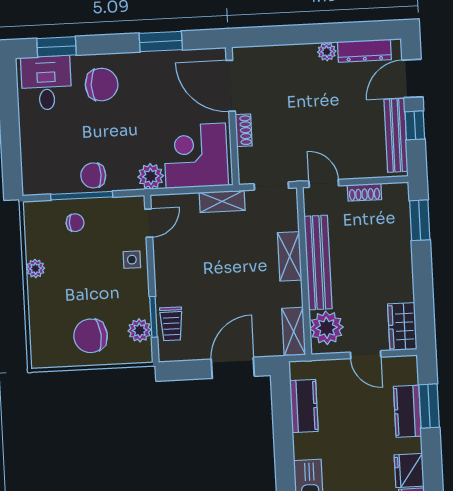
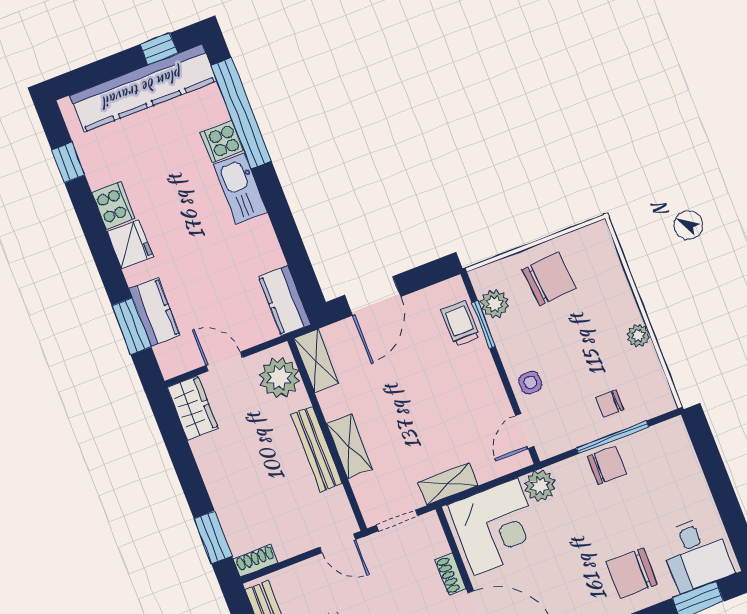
shoe rack: (364, 192) -> (256, 561), moved
bench: (318, 262) -> (317, 449), width x0.73, depth x0.82
kitchen counter: (304, 406) -> (285, 301), moved

